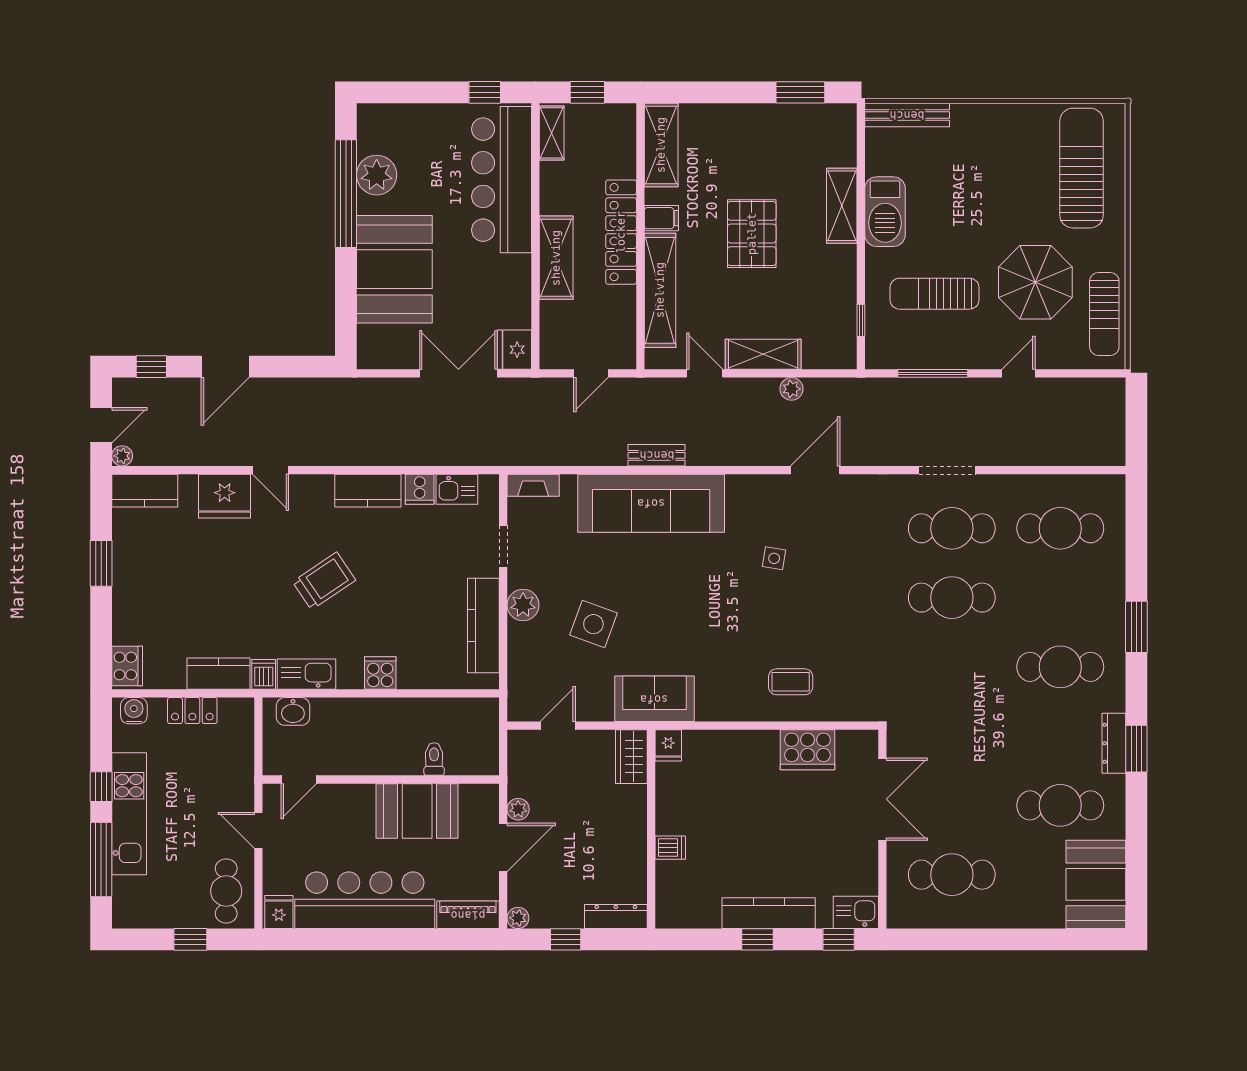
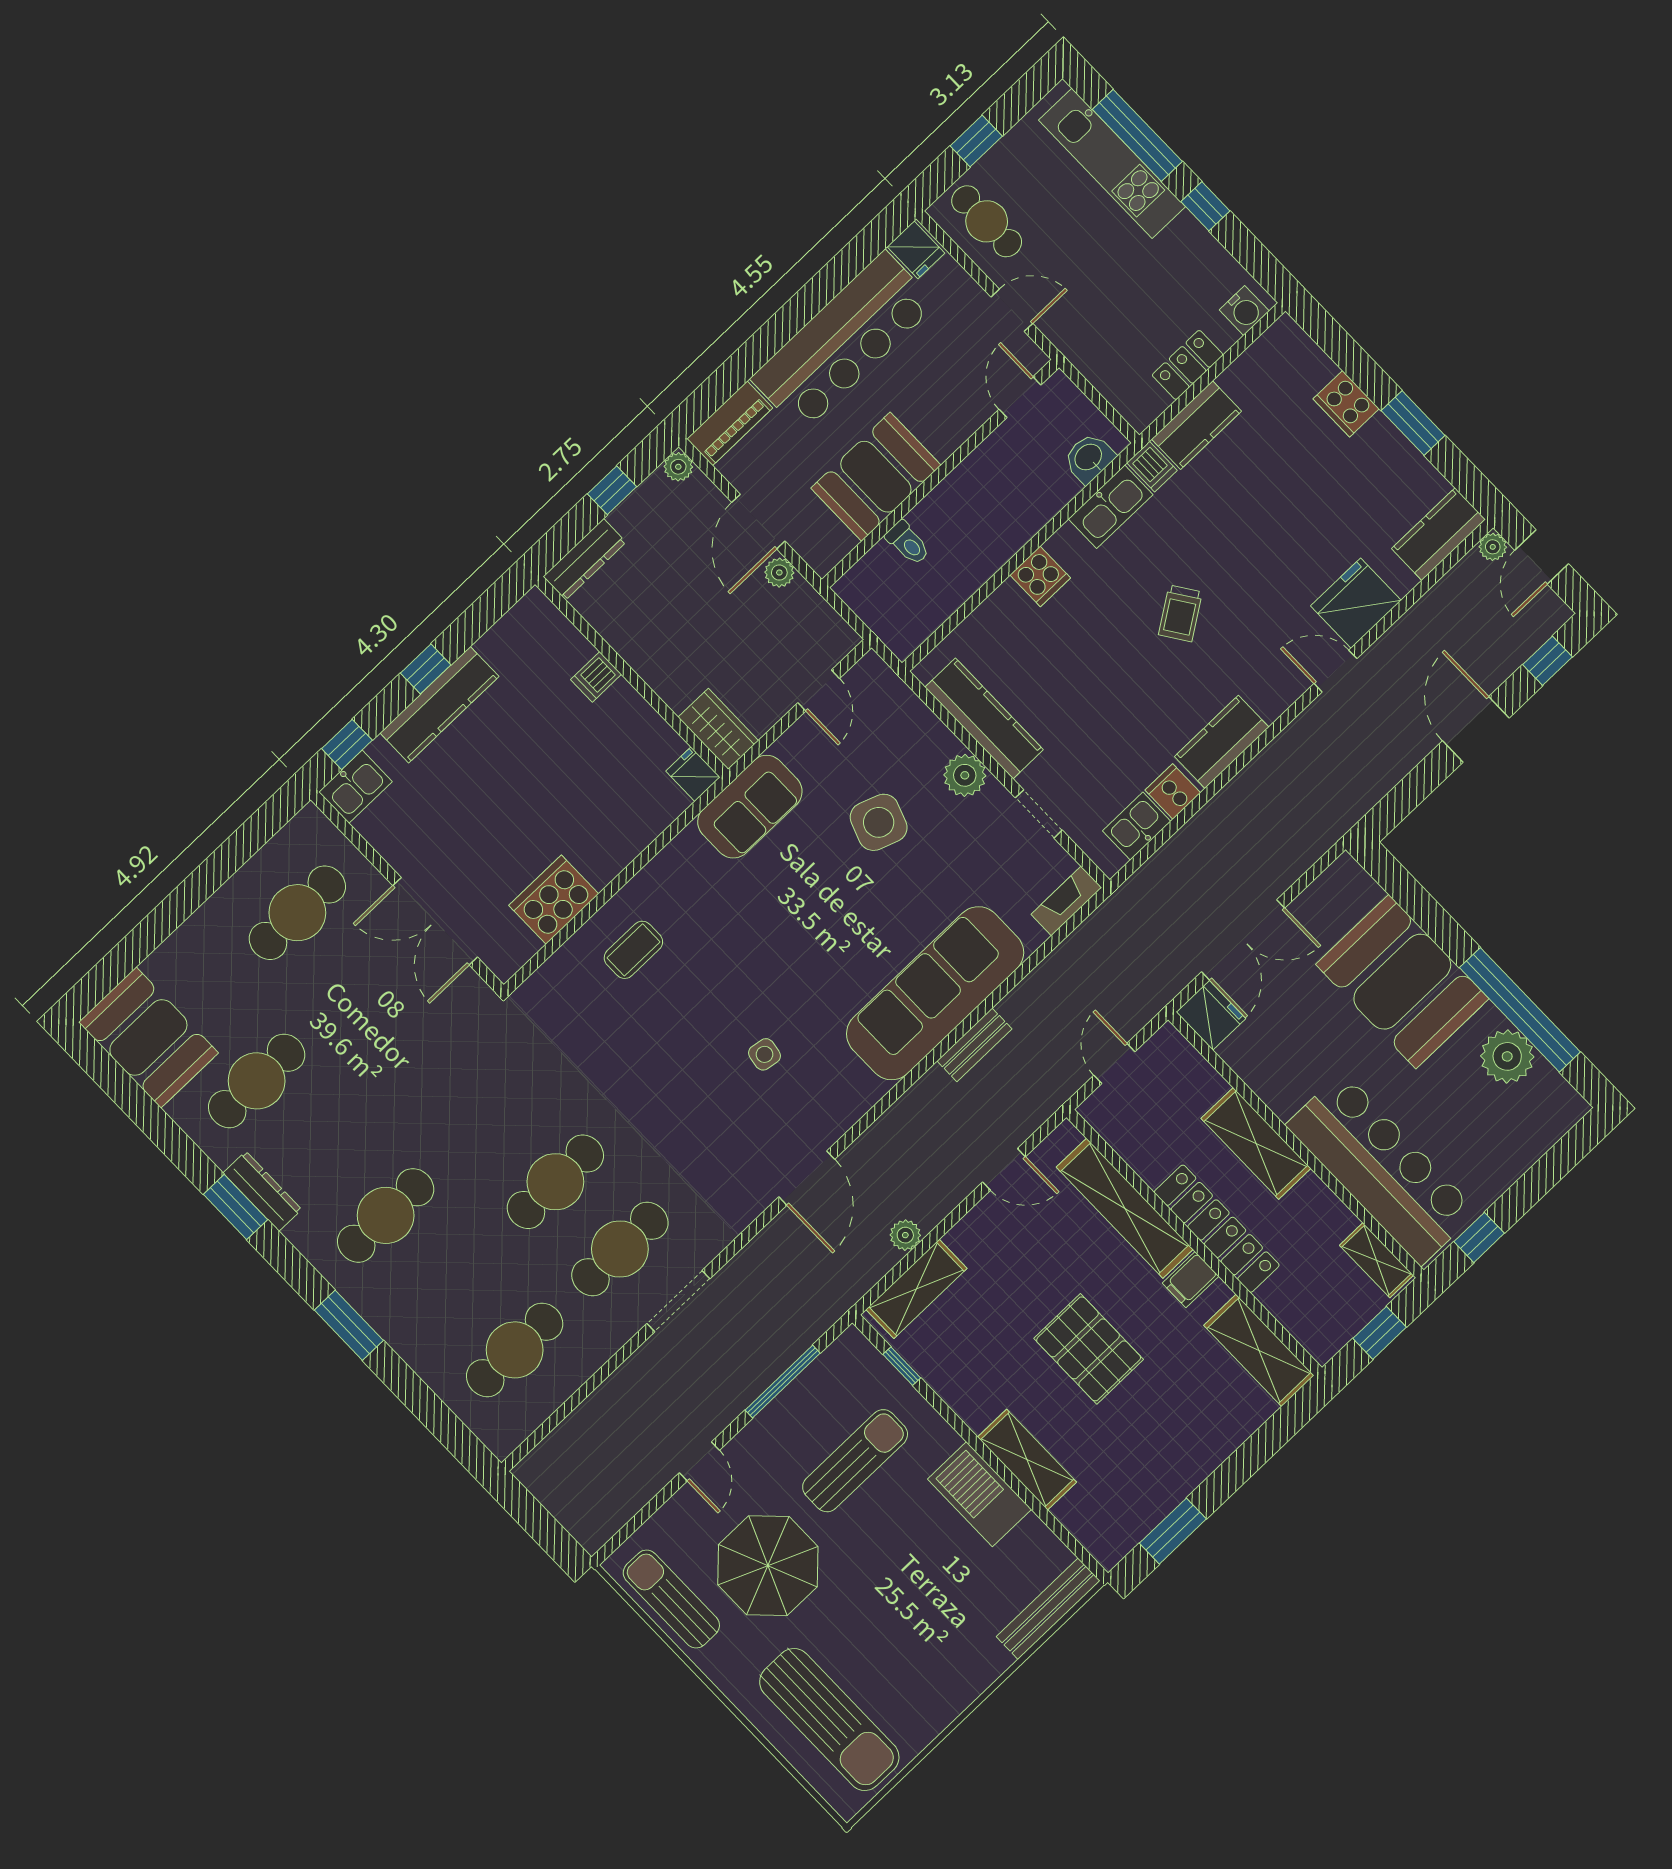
shelving: (763, 354) -> (916, 1289), moved
trolley: (324, 581) -> (1180, 613), width x0.73, depth x0.72
cooker: (127, 666) -> (1346, 404), moved
kitchen unit: (129, 814) -> (1112, 163), moved

